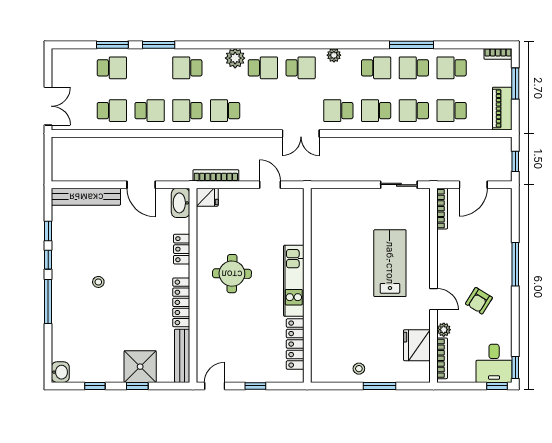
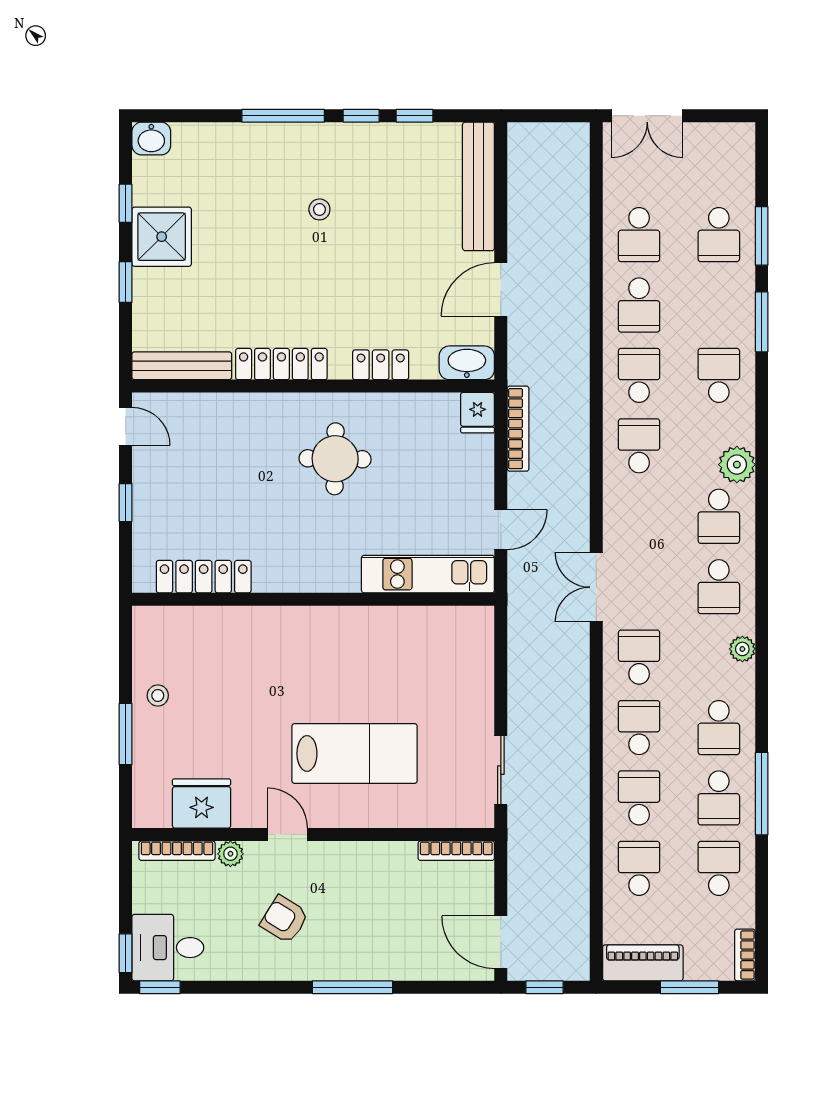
school desk: (414, 68) -> (719, 798), turned 180
door: (473, 185) -> (501, 942), moved
kitchen unit: (294, 281) -> (428, 574), moved
door: (433, 299) -> (287, 835), swing flipped
shower: (140, 367) -> (162, 237), moved

